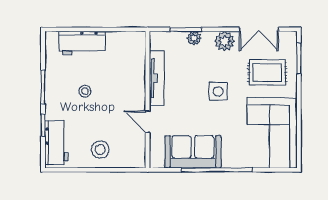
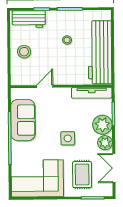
plant: (194, 38) -> (102, 125), width x1.87, depth x1.87
workbench: (82, 43) -> (100, 52), width x1.88, depth x1.32
tv unit: (157, 78) -> (92, 93), moved

